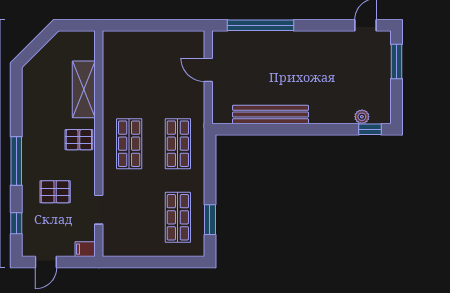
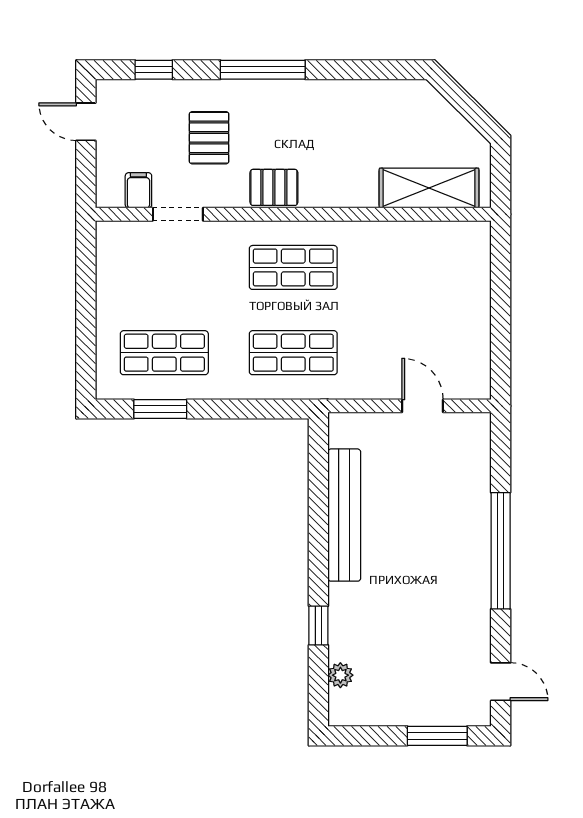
window: (261, 25) -> (501, 551), moved
door: (208, 70) -> (422, 406), hinge flipped
shelving: (84, 89) -> (429, 188), moved
window: (370, 129) -> (318, 625), moved
pallet: (79, 140) -> (274, 187), moved, turned 90
filing cabinet: (85, 249) -> (138, 190), moved

